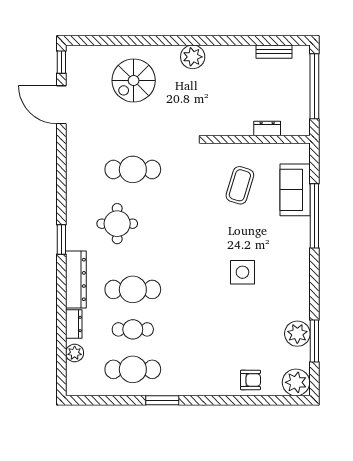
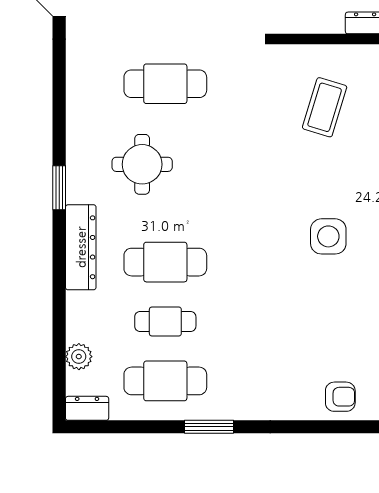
dresser: (74, 324) -> (87, 408), moved, turned -90

